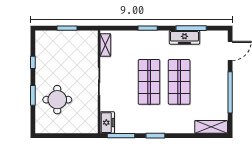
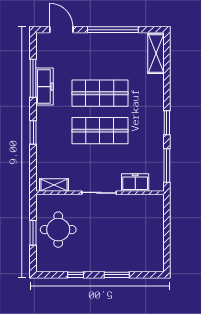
round table: (57, 100) -> (58, 230), moved
freezer: (107, 123) -> (135, 183), moved

